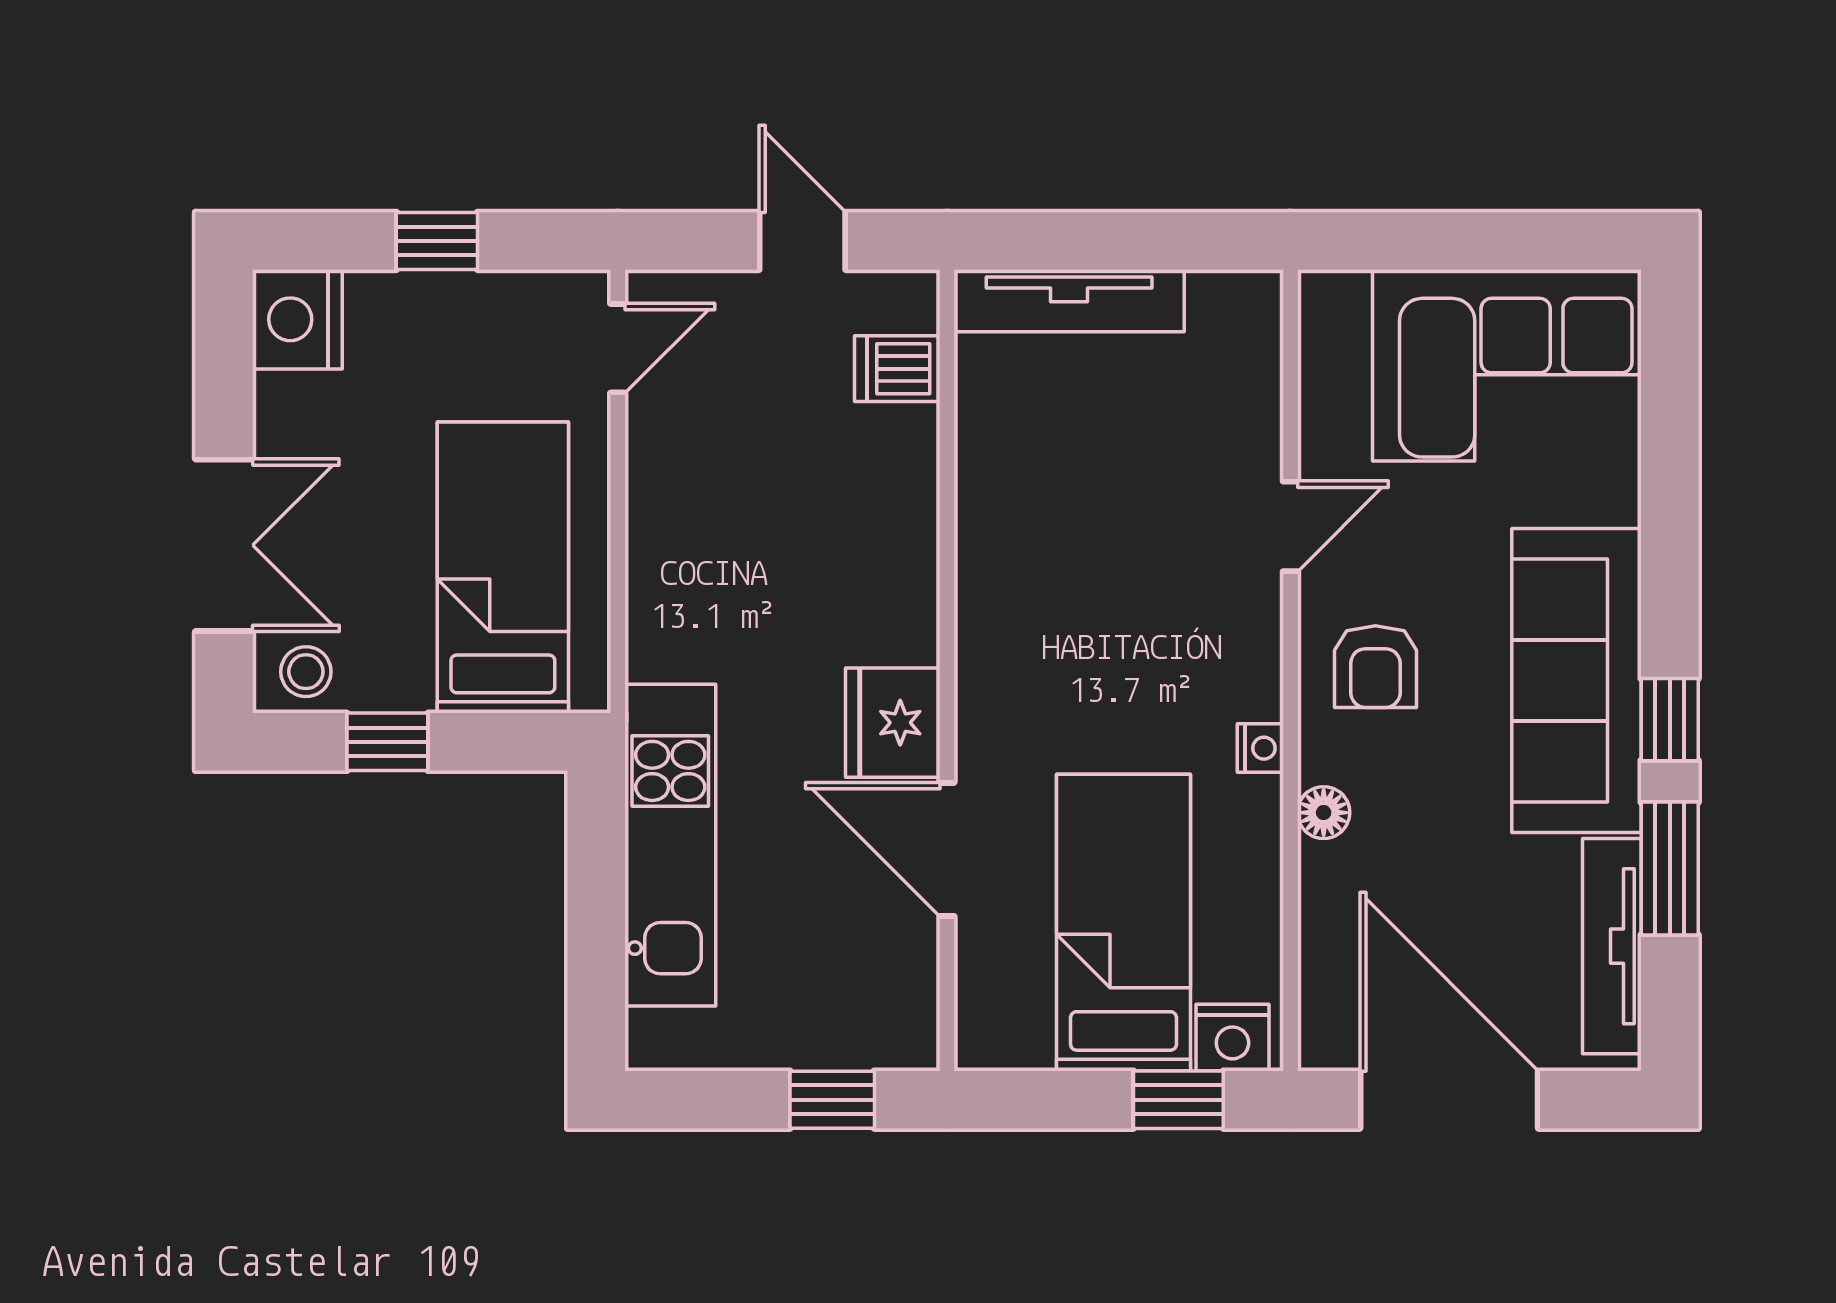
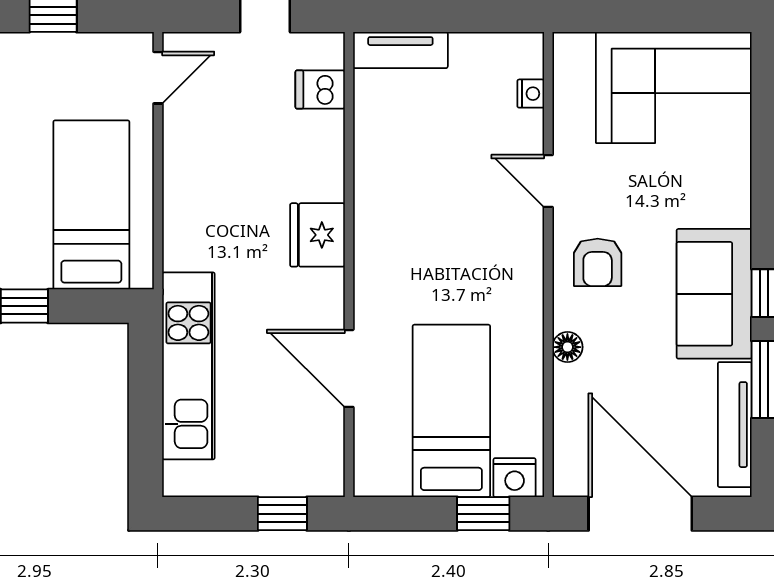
tv unit: (1069, 301) -> (400, 50), width x0.71
door: (1290, 526) -> (548, 181), swing flipped
sofa: (1576, 681) -> (714, 294), width x0.73
fridge: (893, 723) -> (317, 235), moved
nightstand: (1260, 748) -> (531, 94), moved

